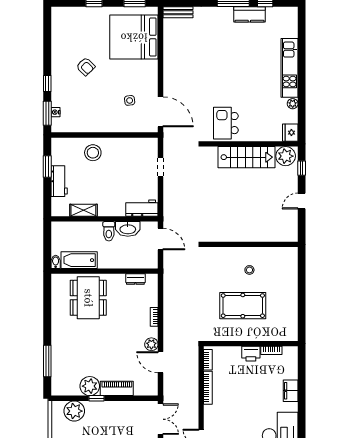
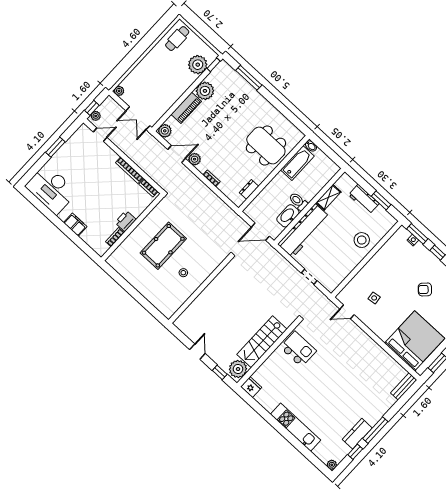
plant: (293, 104) -> (332, 465), moved
door: (160, 112) -> (347, 312), width x0.53
workbench: (142, 208) -> (304, 231), width x1.88, depth x1.32
plant: (151, 389) -> (165, 131), added
window: (97, 398) -> (214, 65), moved

